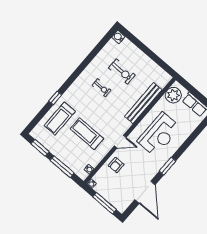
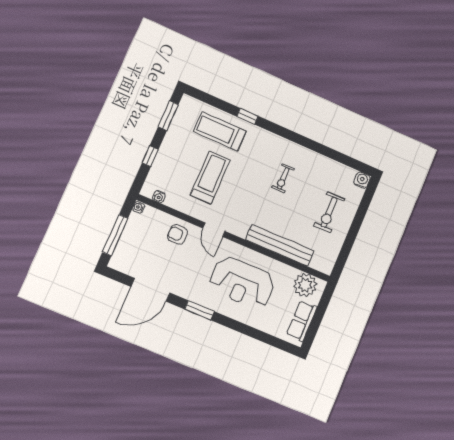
exercise bike: (122, 71) -> (329, 212), moved
window: (62, 167) -> (150, 156), width x0.46

